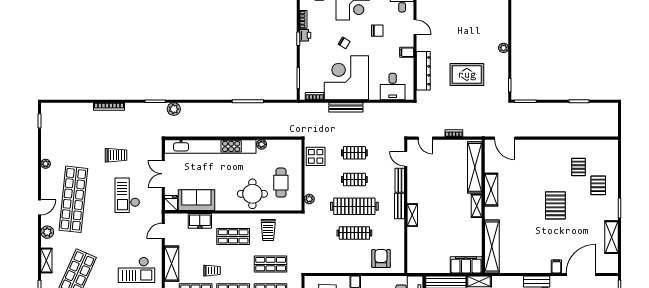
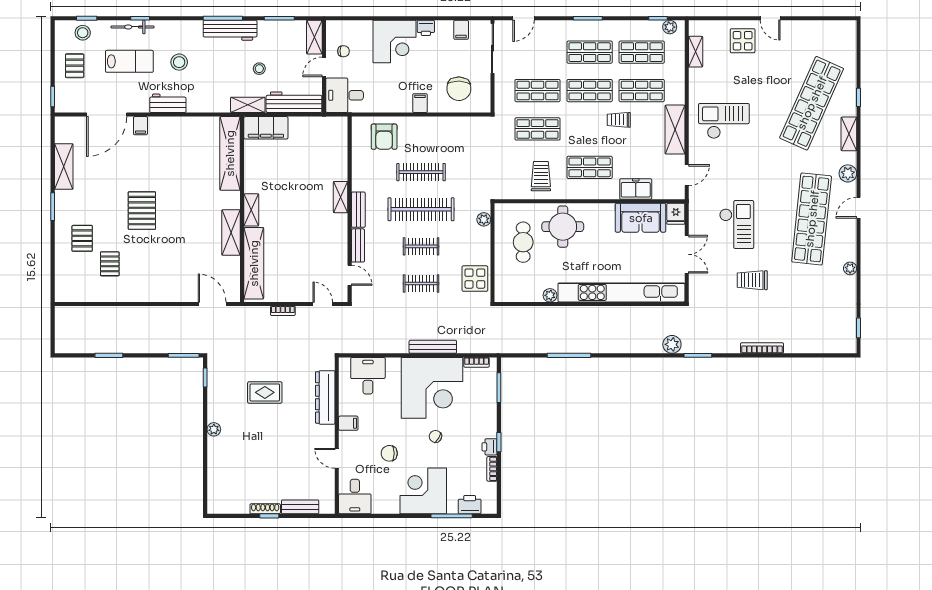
rug: (467, 74) -> (265, 392), width x0.73, depth x0.70

